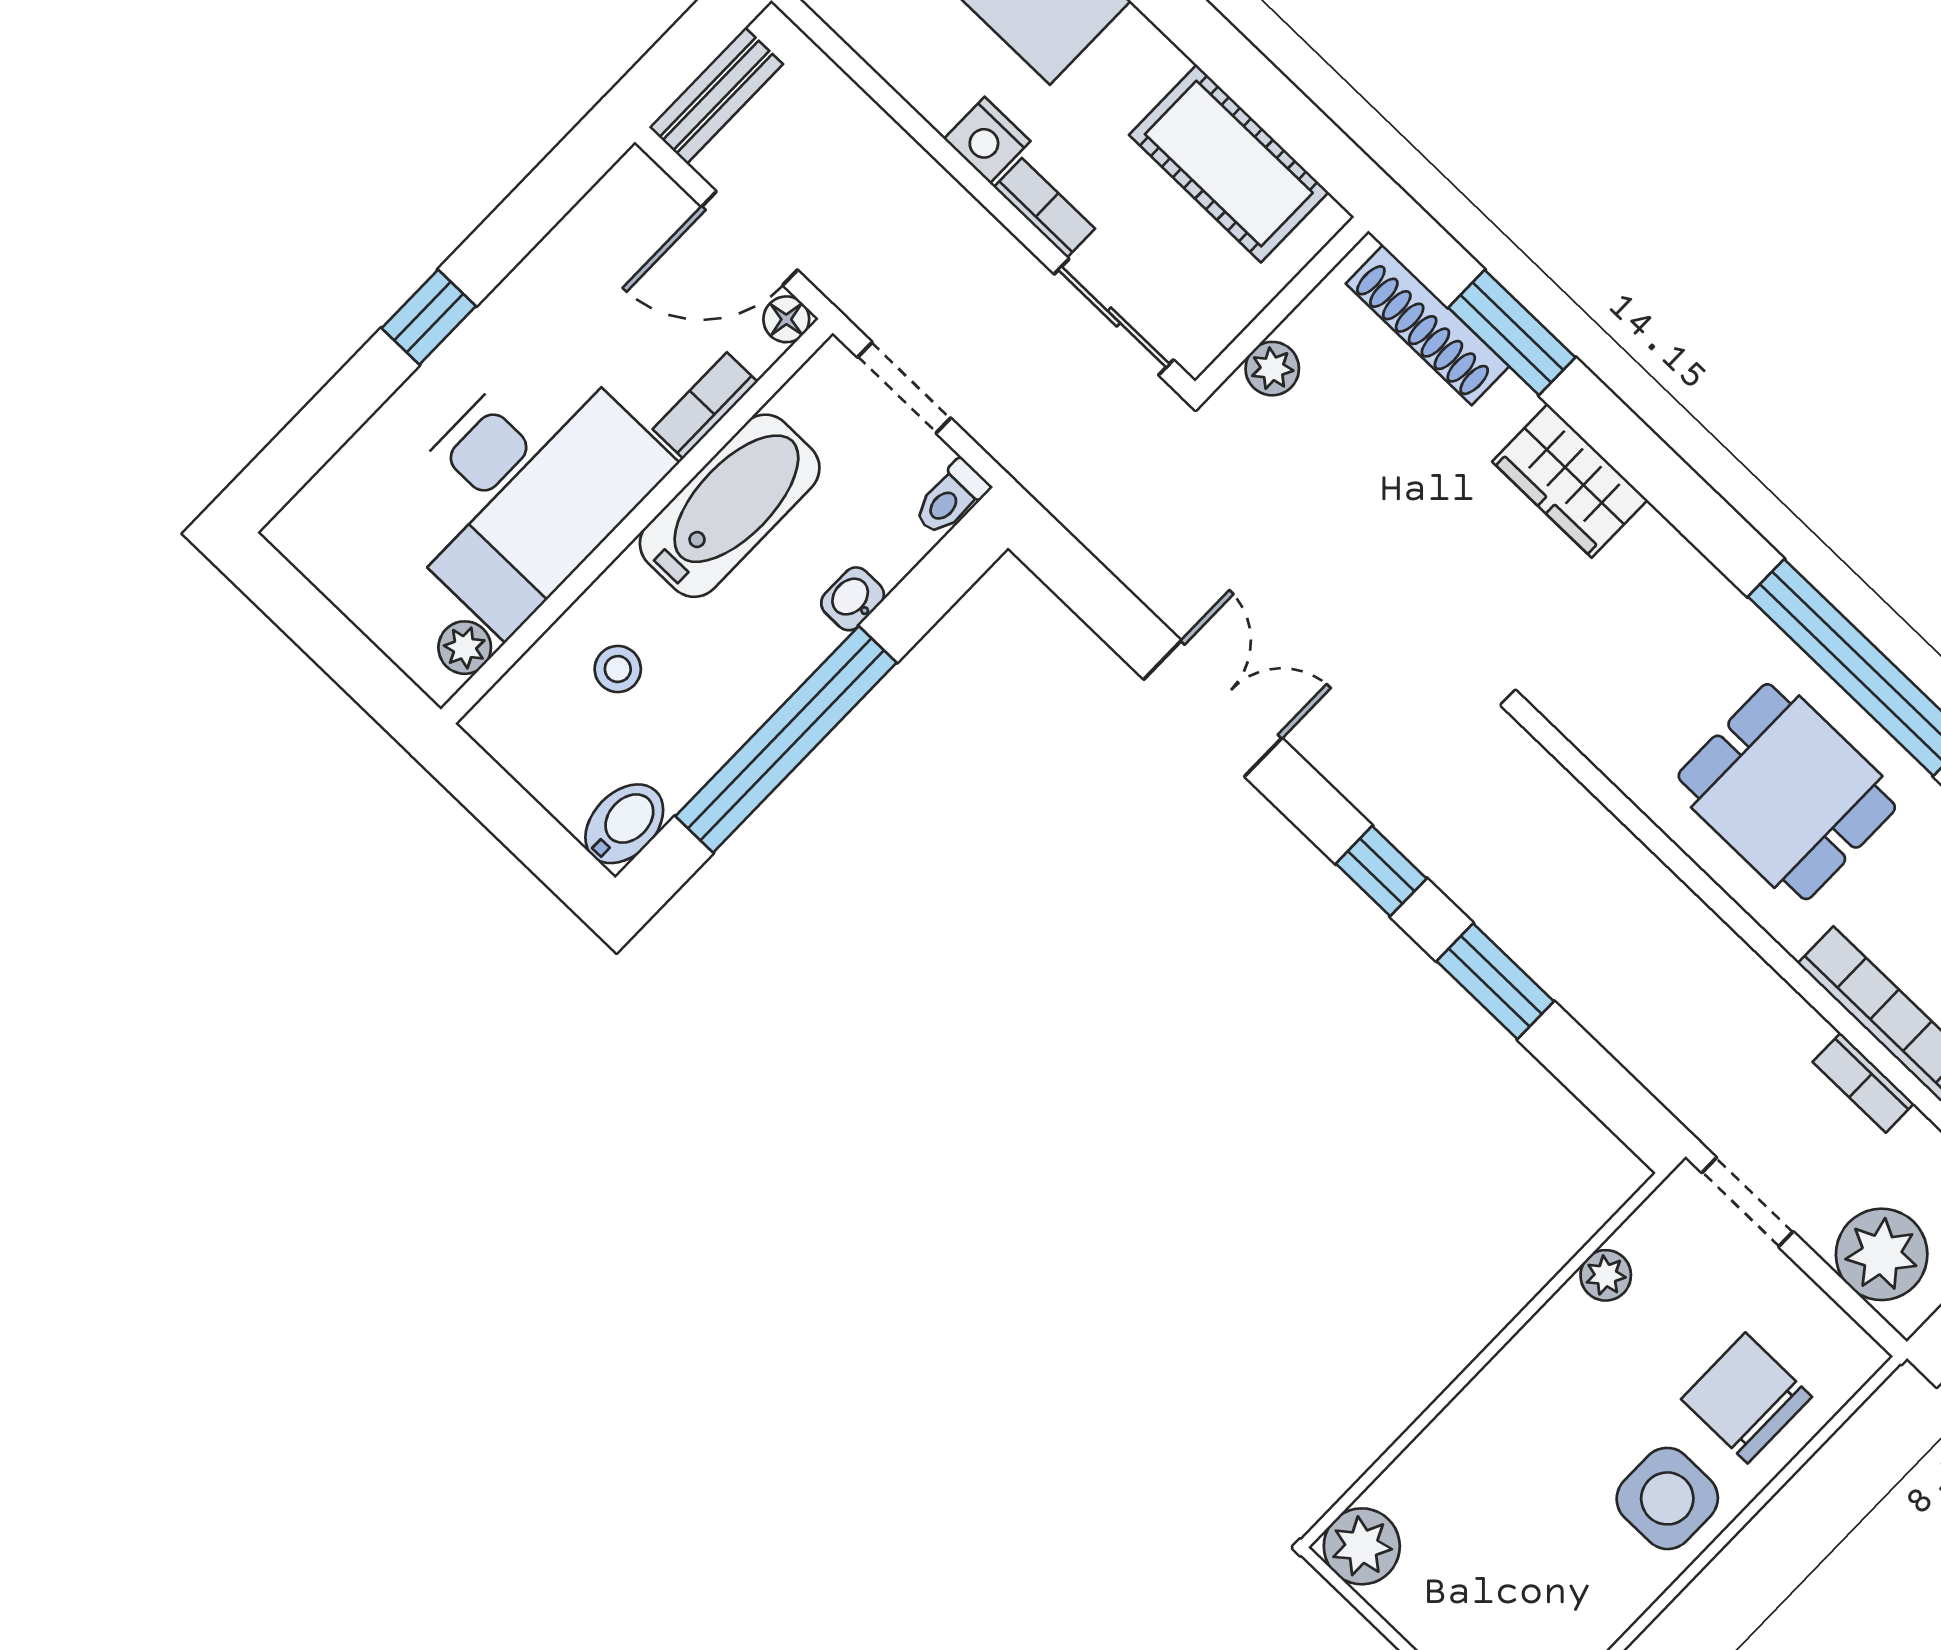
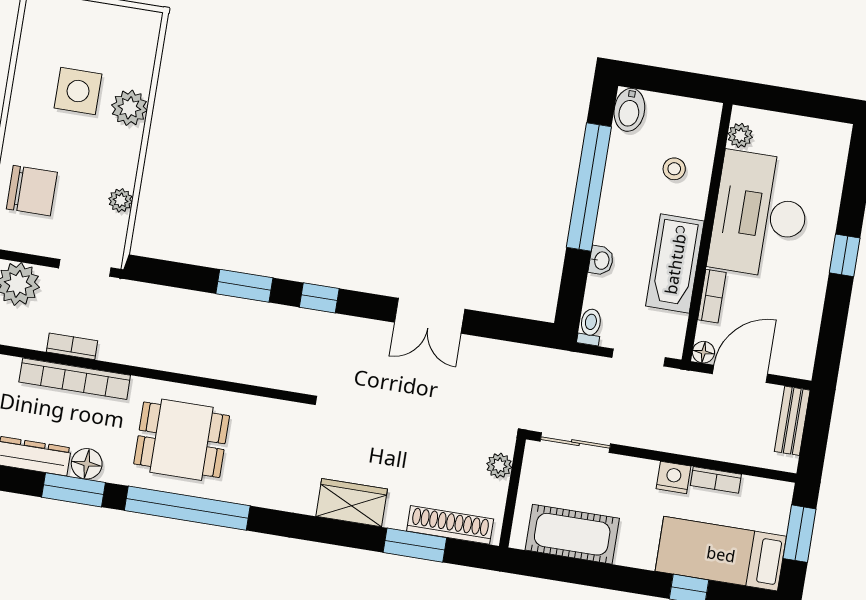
bookcase: (1044, 208) -> (716, 480), moved
side table: (1667, 1498) -> (78, 91), moved
plant: (1362, 1546) -> (129, 108), moved

